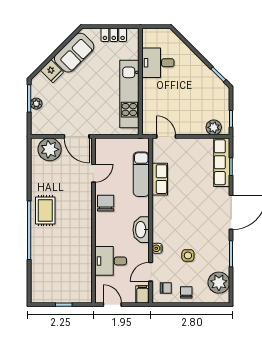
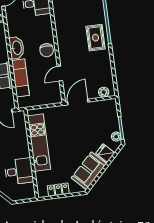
plant: (36, 104) -> (116, 137), moved
door: (77, 136) -> (78, 102), hinge flipped
plant: (50, 149) -> (104, 92), width x0.53, depth x0.53
washbasin: (141, 230) -> (17, 48), moved

